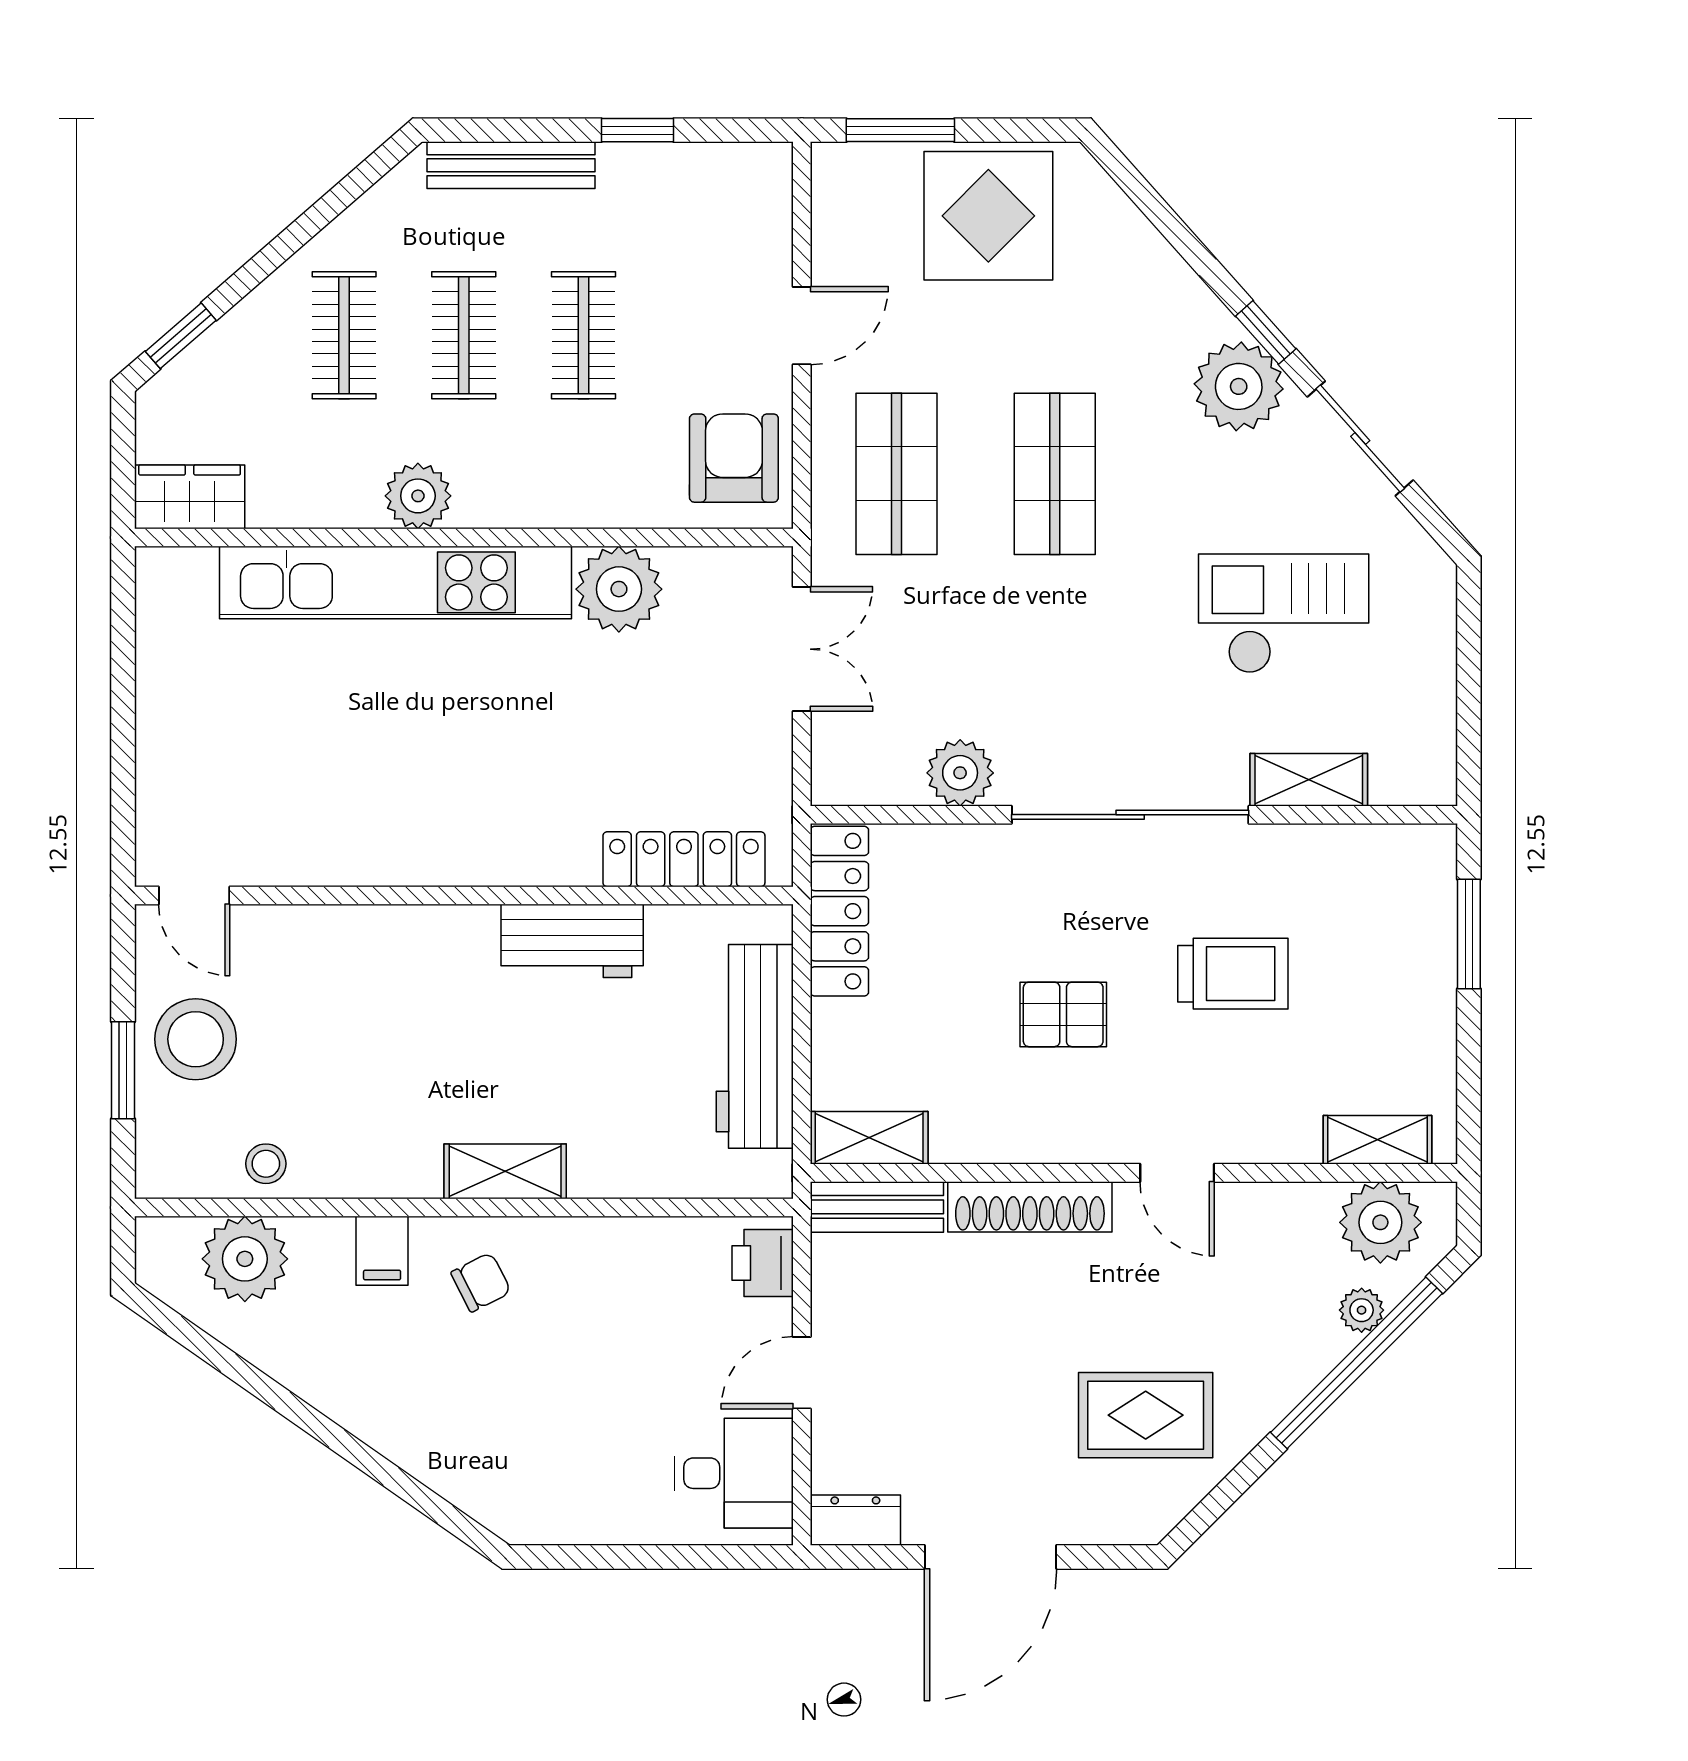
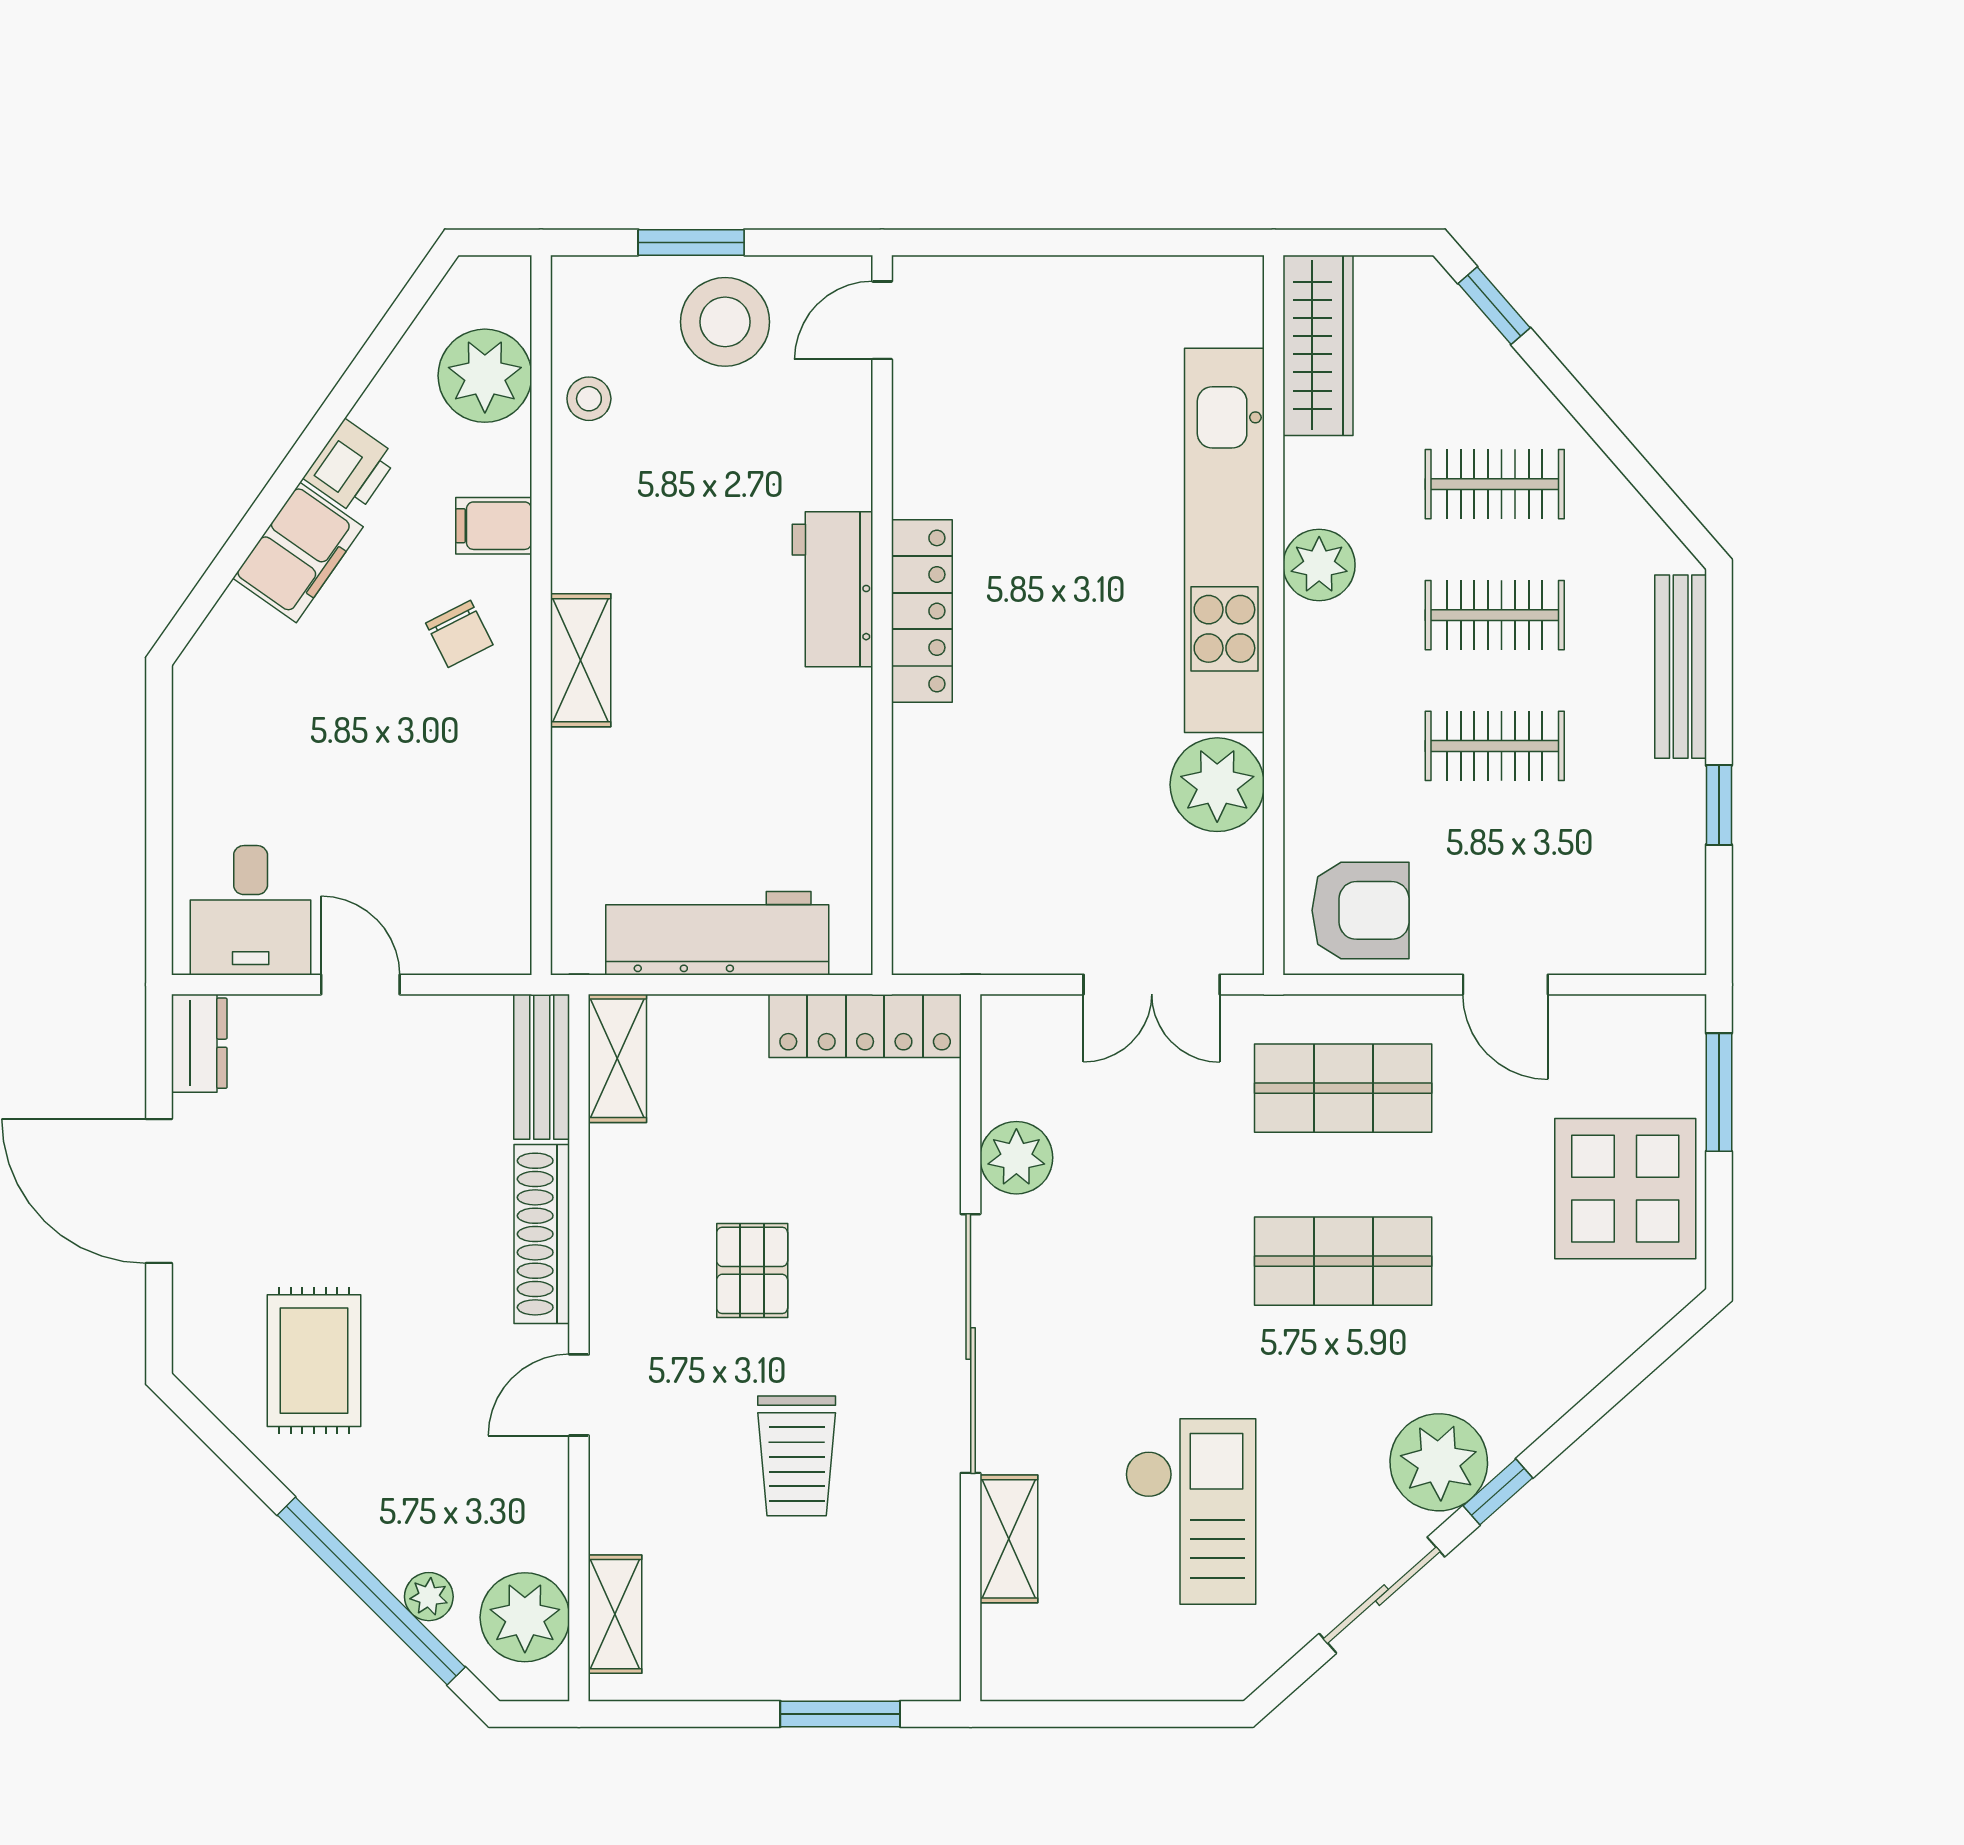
wardrobe: (190, 497) -> (1318, 345), width x1.50
locker: (684, 859) -> (922, 611), moved
workbench: (572, 941) -> (833, 589), moved
printer: (763, 1263) -> (351, 467), moved, turned 125
filing cabinet: (407, 1430) -> (298, 553), added

